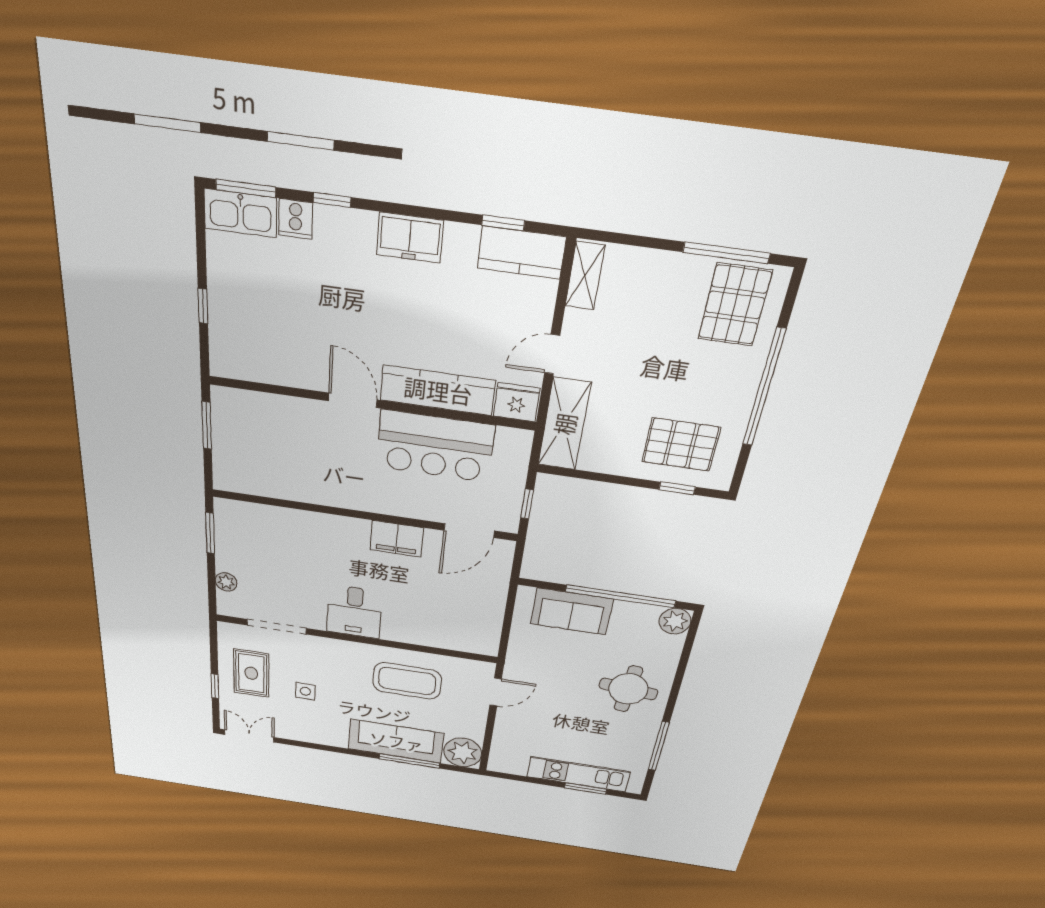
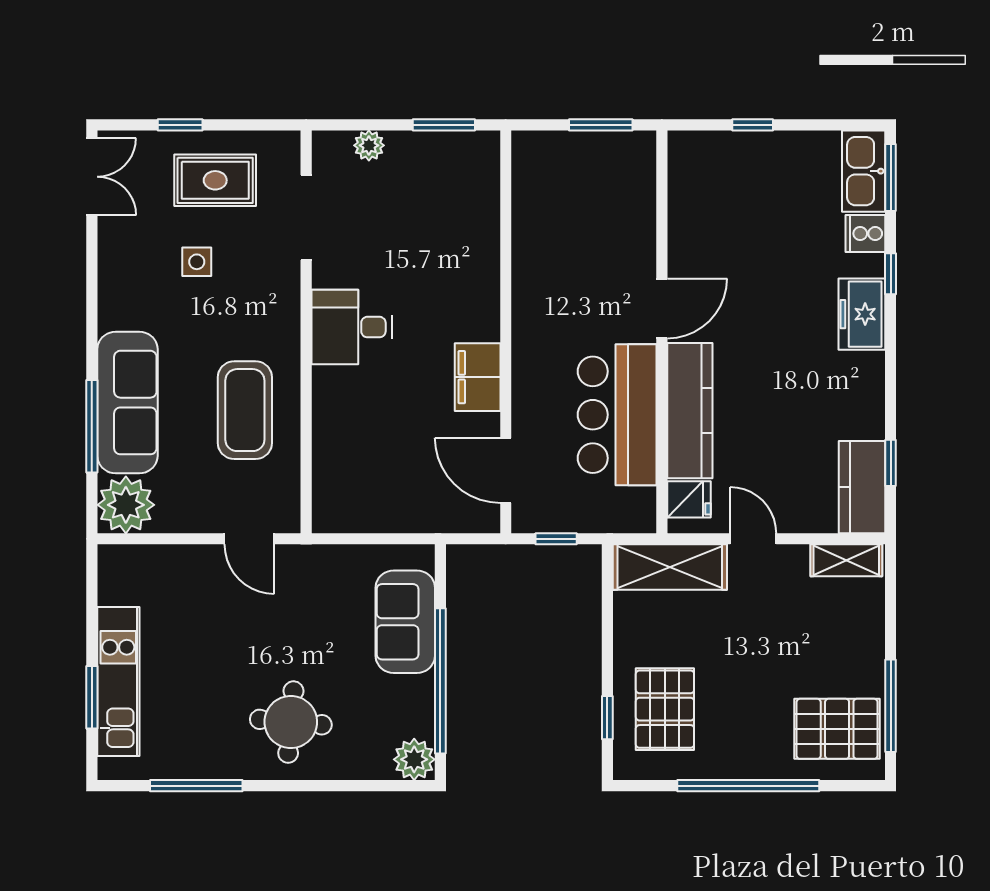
freezer: (410, 238) -> (862, 314), moved
fridge: (517, 402) -> (689, 499), width x0.72

